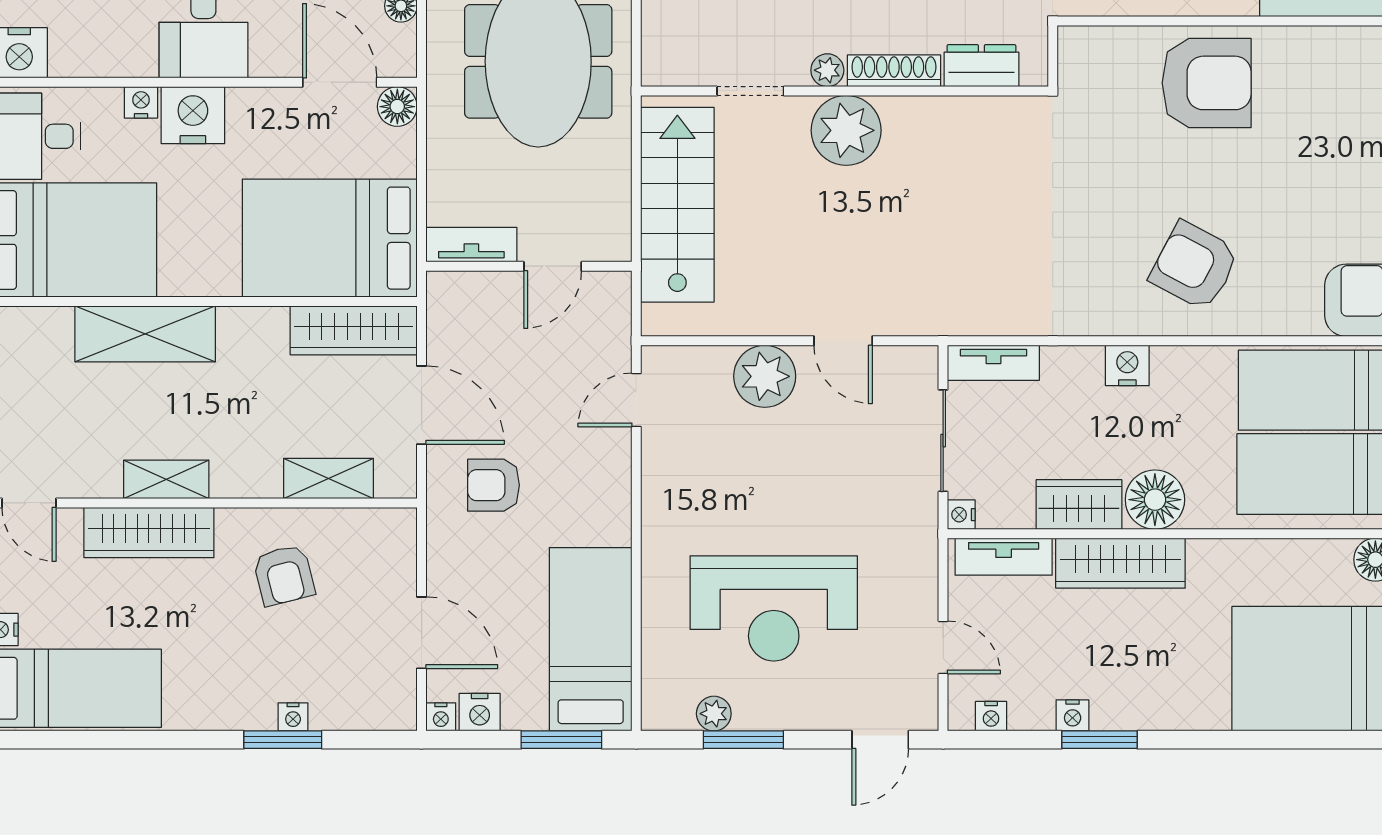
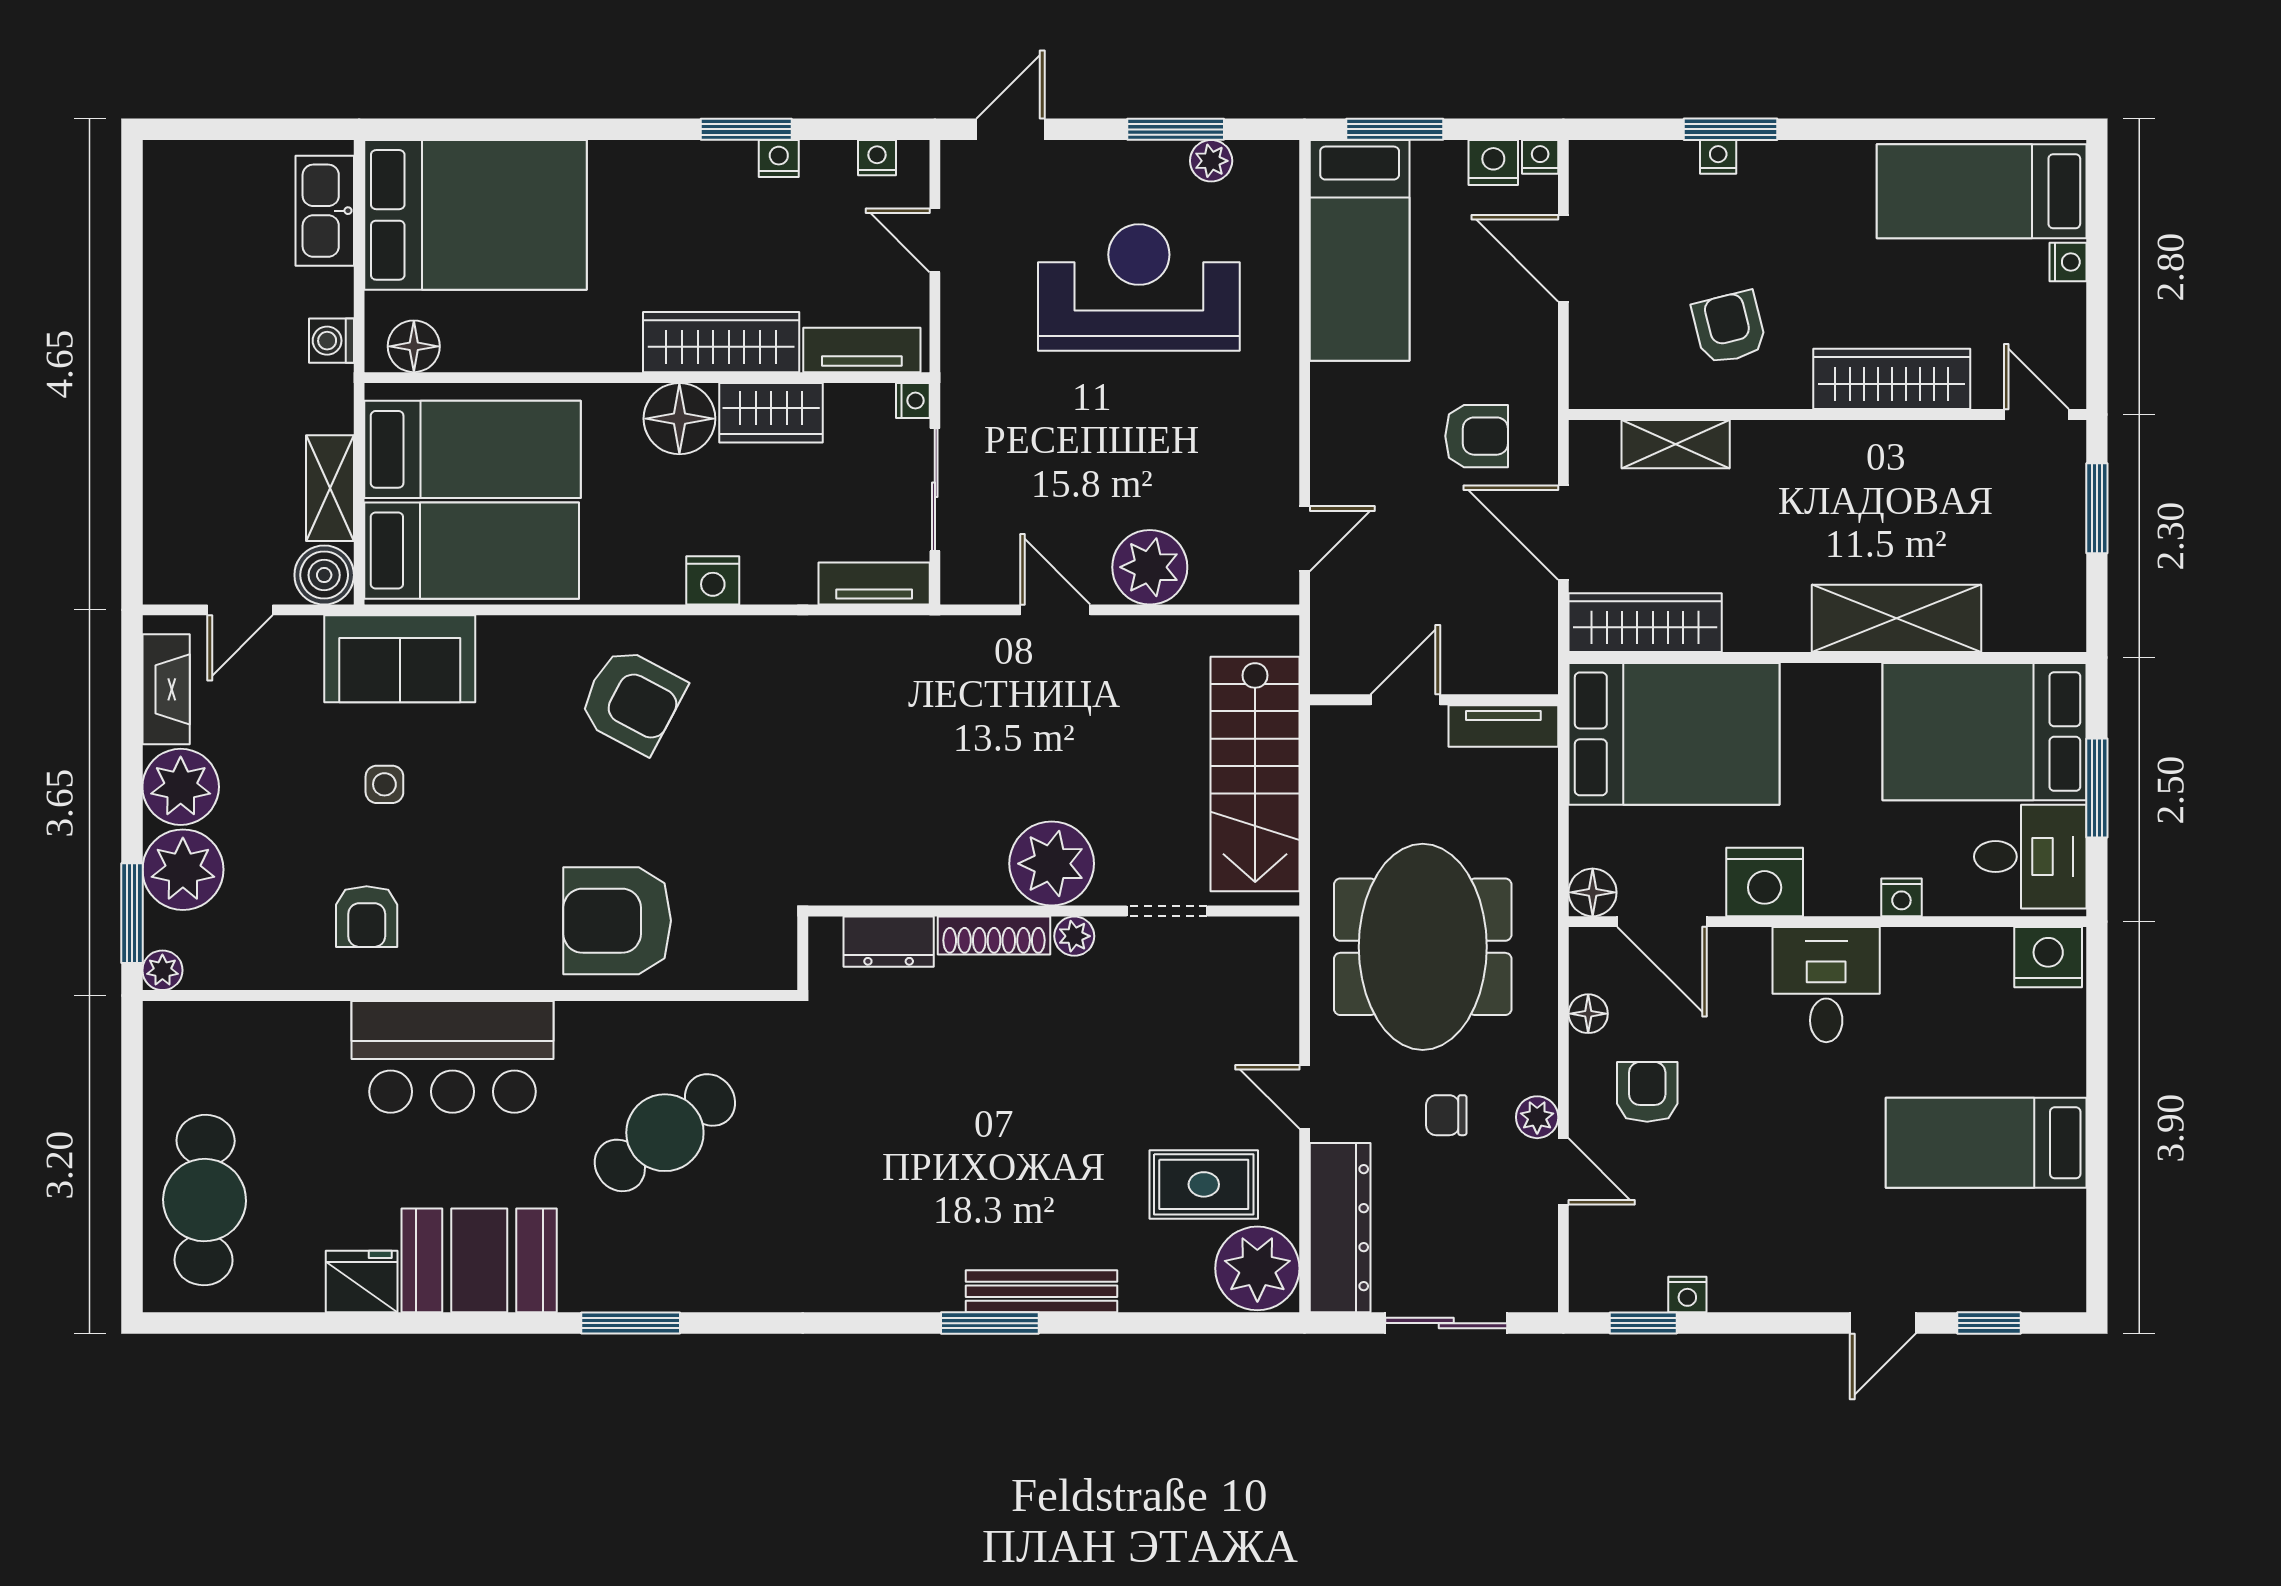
nightstand: (193, 115) -> (1765, 882), moved
shelving: (166, 479) -> (1871, 443), removed

